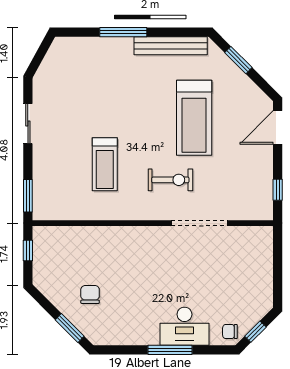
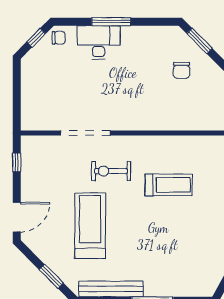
treadmill: (105, 164) -> (169, 185), turned 90

